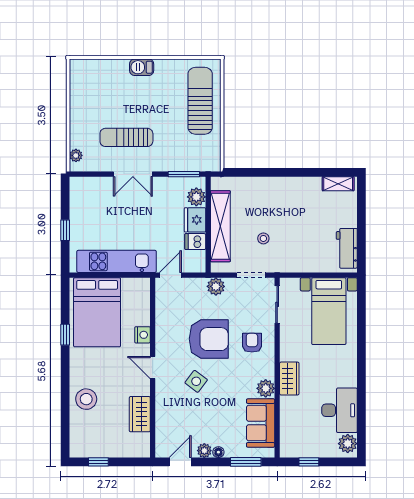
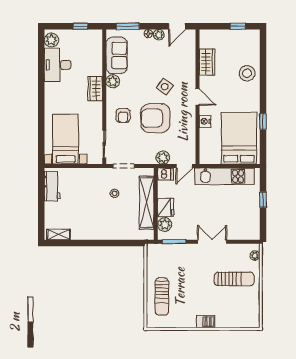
sun lounger: (200, 101) -> (162, 297), width x0.73, depth x0.75
sun lounger: (126, 137) -> (234, 279), moved
dishwasher: (195, 242) -> (165, 174), moved
plant: (216, 286) -> (163, 158), moved

